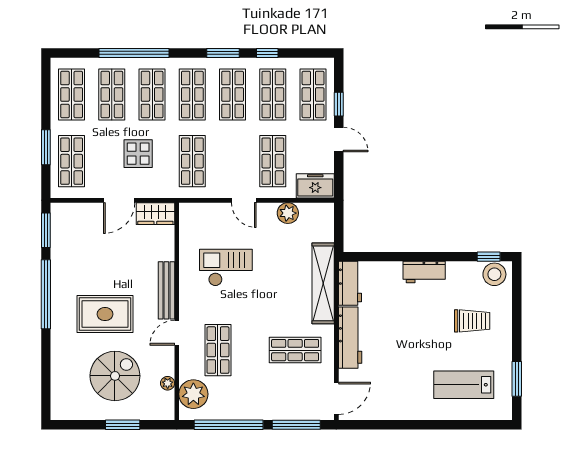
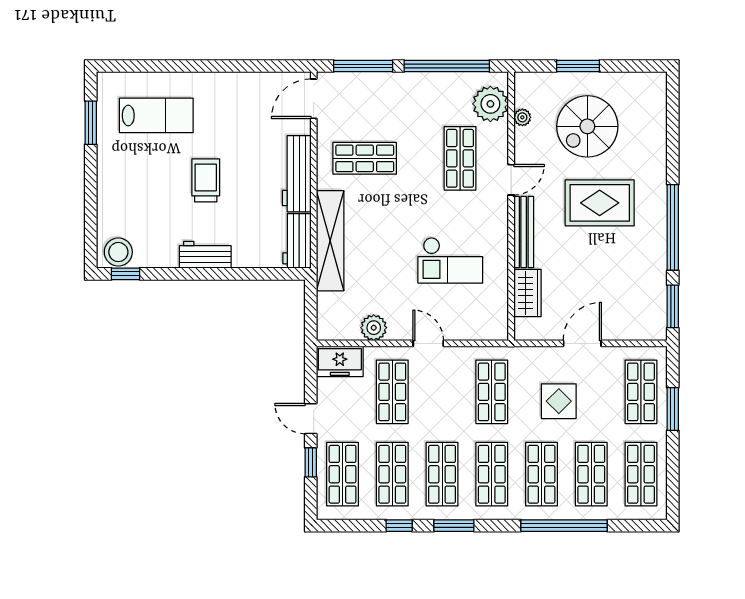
wardrobe: (155, 214) -> (527, 293), moved, turned 90
trolley: (472, 321) -> (206, 180), moved, turned 90

